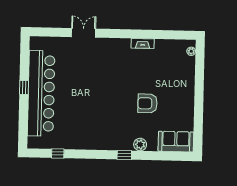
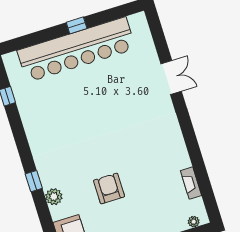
fireplace: (143, 44) -> (191, 183), moved

